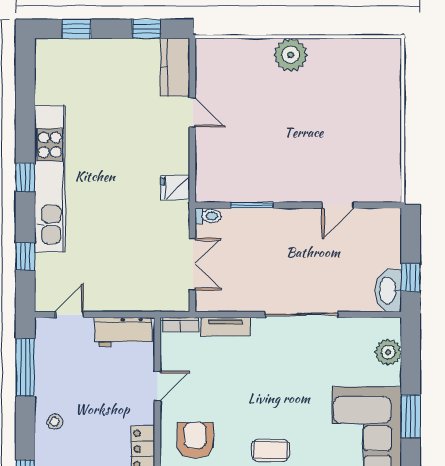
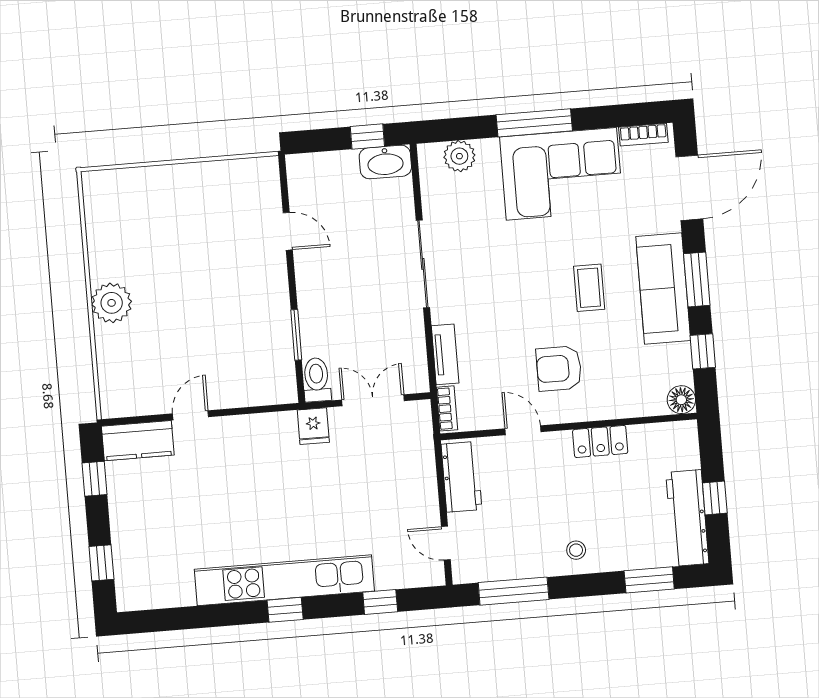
fridge: (175, 188) -> (313, 426), moved
toilet: (208, 216) -> (317, 380), width x1.37, depth x1.39
window: (411, 416) -> (534, 123), width x1.44
armchair: (195, 440) -> (559, 368), moved

